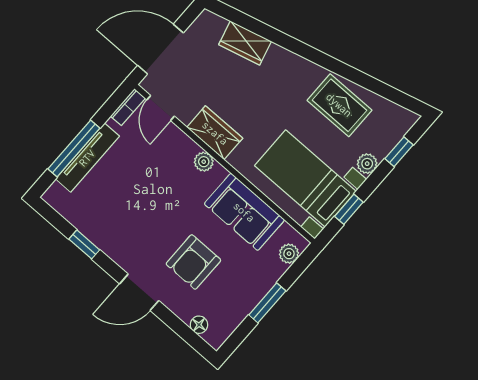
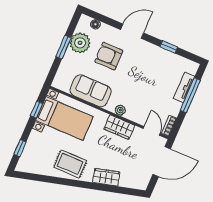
wardrobe: (245, 43) -> (106, 177), moved
rug: (339, 105) -> (70, 164), moved
tv unit: (87, 158) -> (184, 87), width x0.71
plant: (367, 164) -> (35, 137), removed
plant: (289, 254) -> (80, 43), moved, width x1.87, depth x1.87
armchair: (193, 262) -> (109, 56), turned -90

